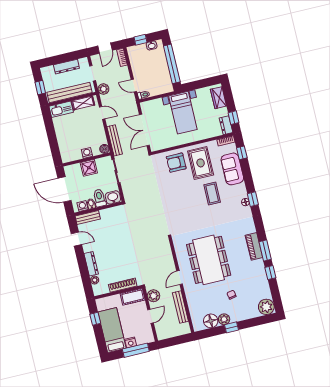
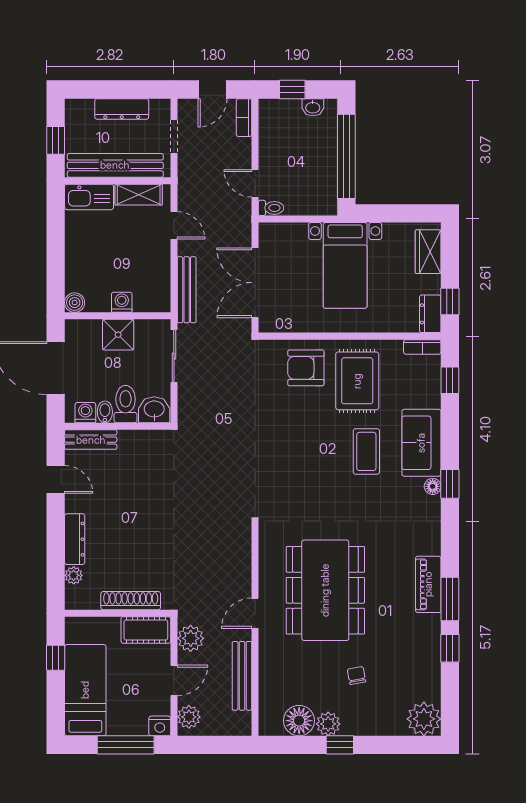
plant: (103, 89) -> (189, 717), moved
boiler: (104, 149) -> (75, 303), moved
sofa: (232, 169) -> (421, 443), moved
nightstand: (131, 343) -> (160, 726), moved

